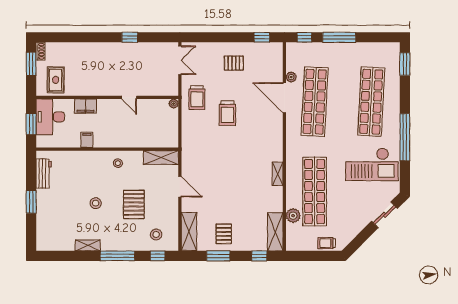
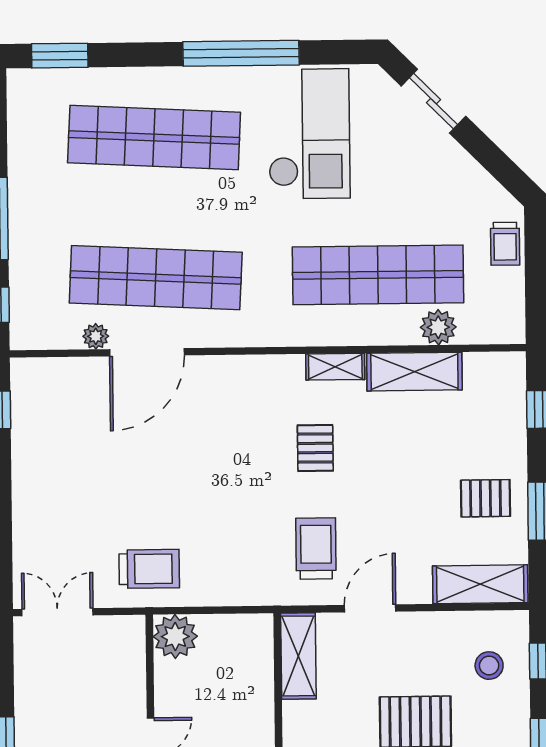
pallet: (234, 63) -> (315, 448), moved
plant: (174, 104) -> (175, 636), width x1.88, depth x1.88
trolley: (227, 113) -> (316, 548), moved, turned -90
shelving: (275, 232) -> (414, 372), moved

